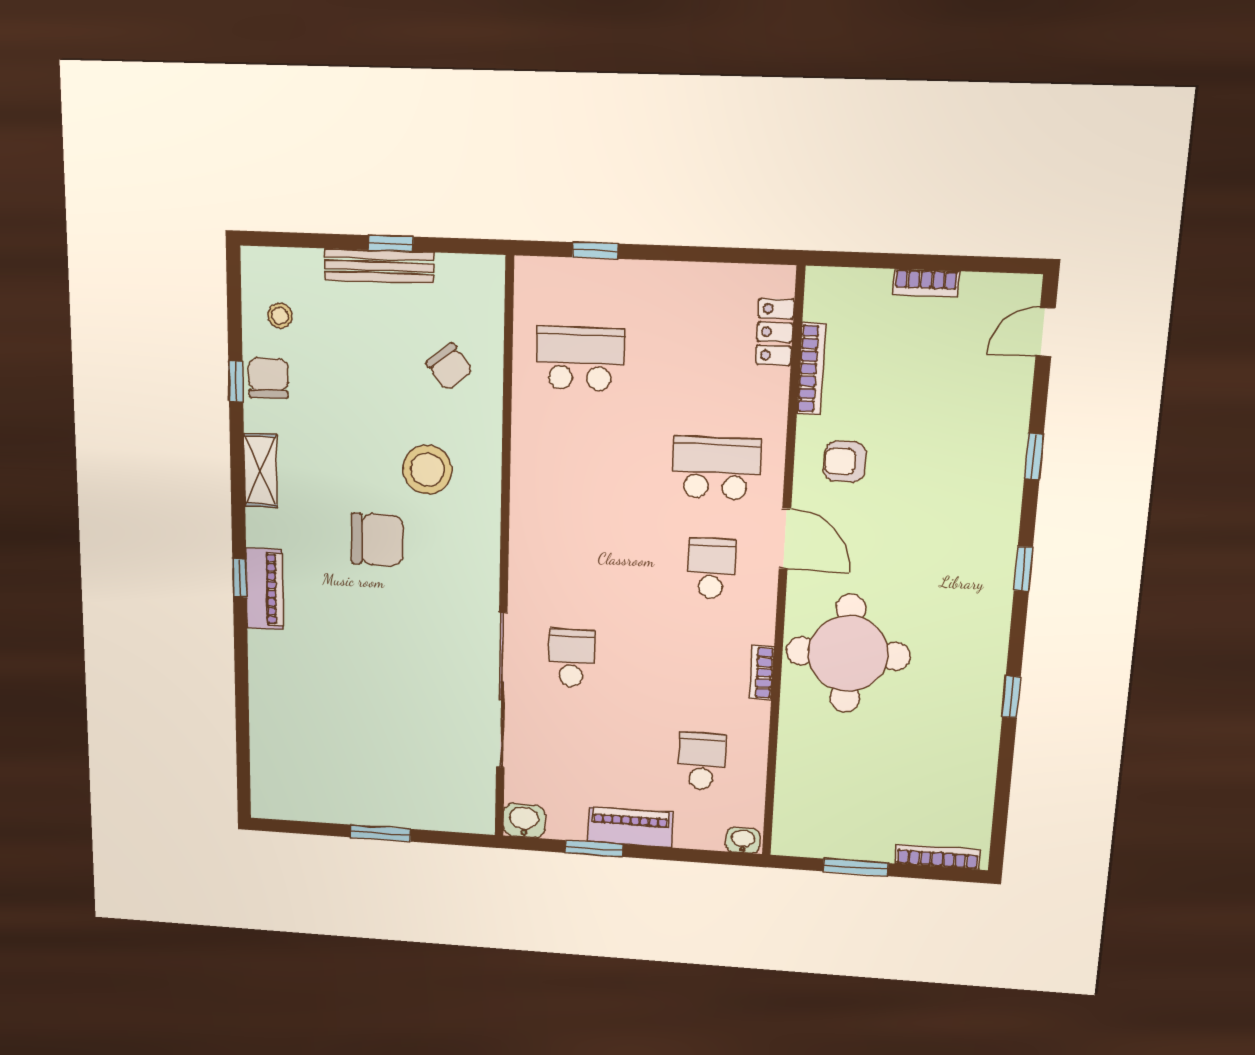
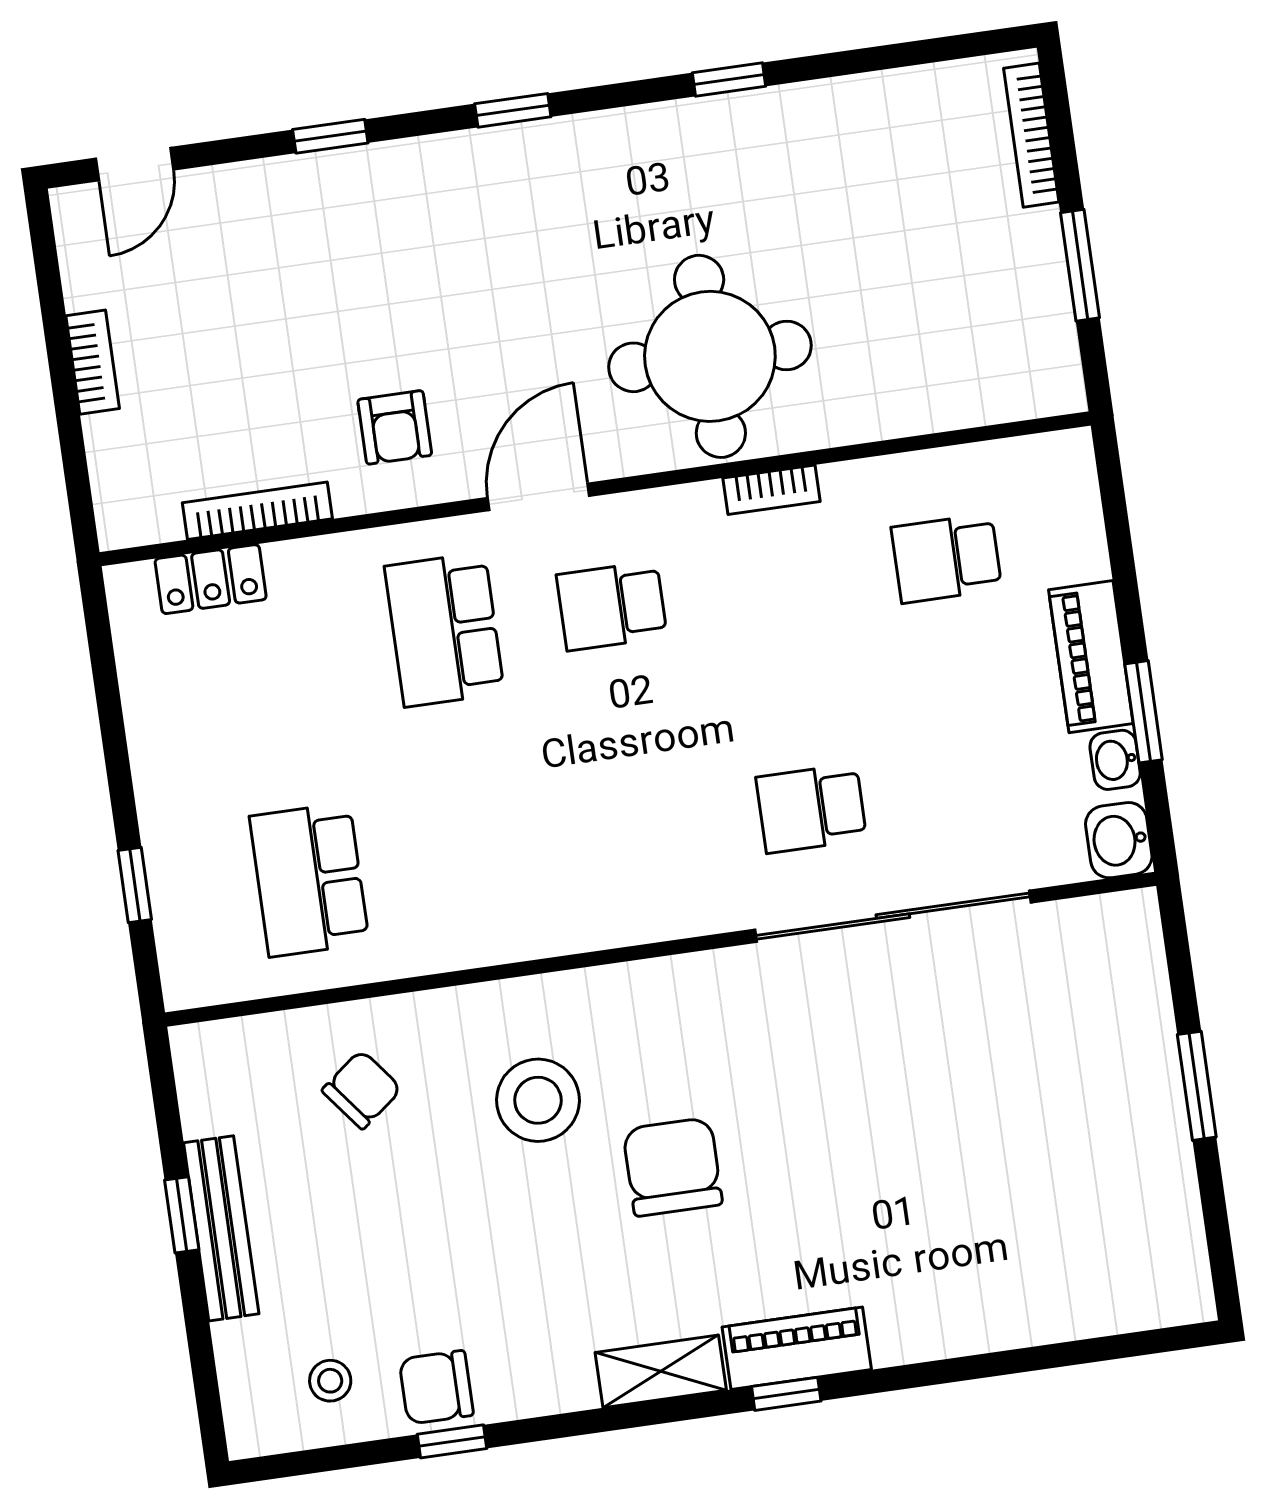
door: (1046, 332) -> (135, 164), hinge flipped
shelving: (261, 470) -> (661, 1371), moved
washbasin: (743, 840) -> (1115, 760), moved

